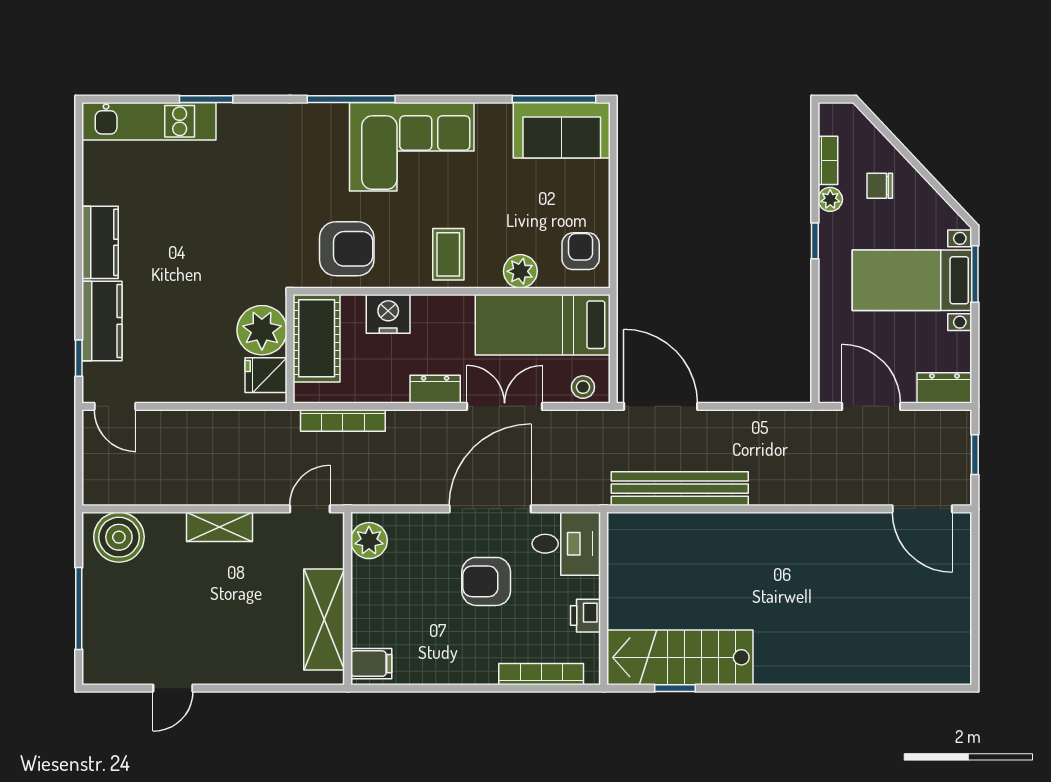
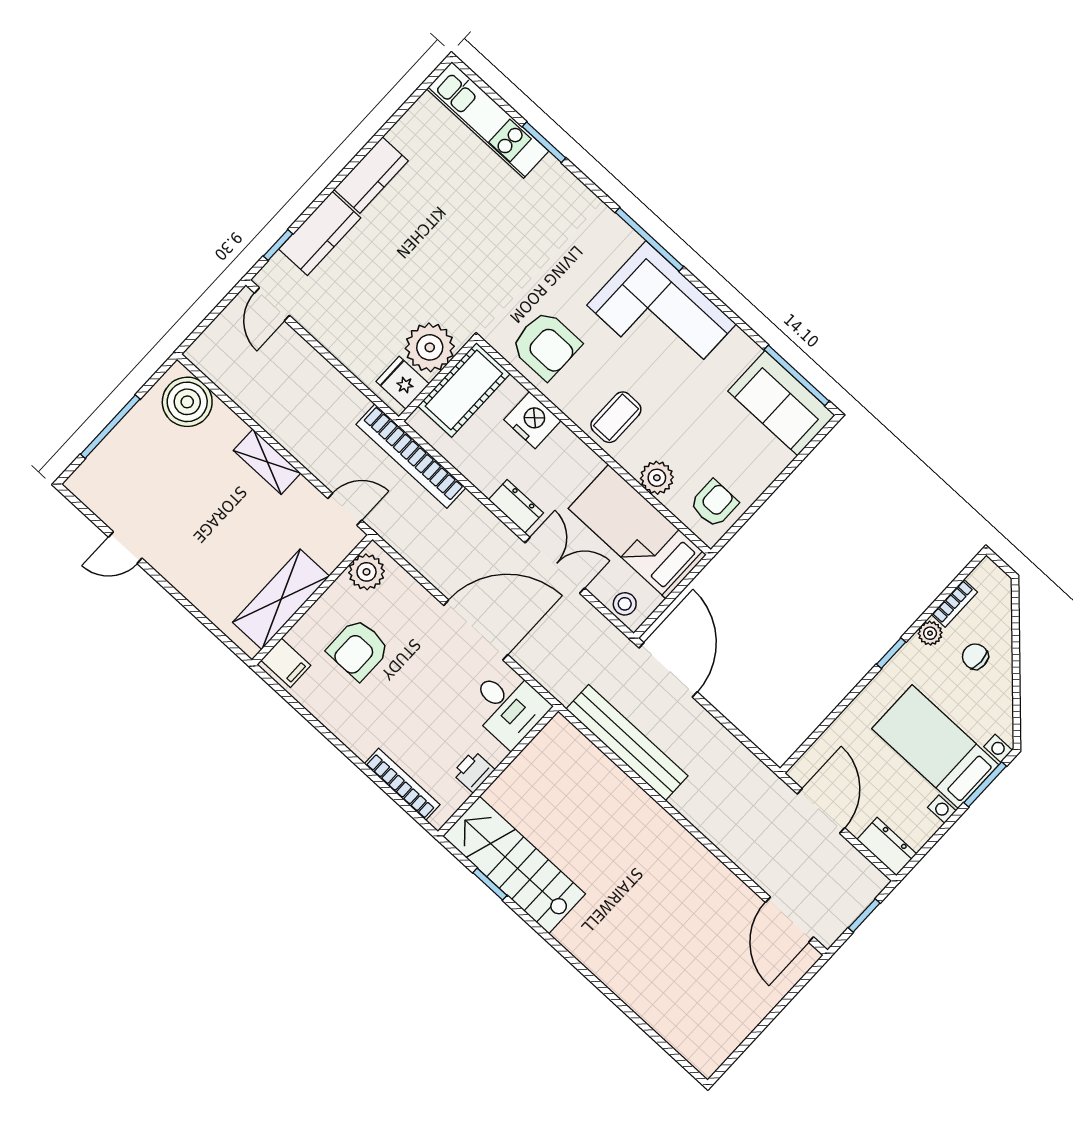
bookcase: (343, 420) -> (411, 456), width x1.48, depth x1.31
armchair: (486, 581) -> (358, 649), moved, turned -90

